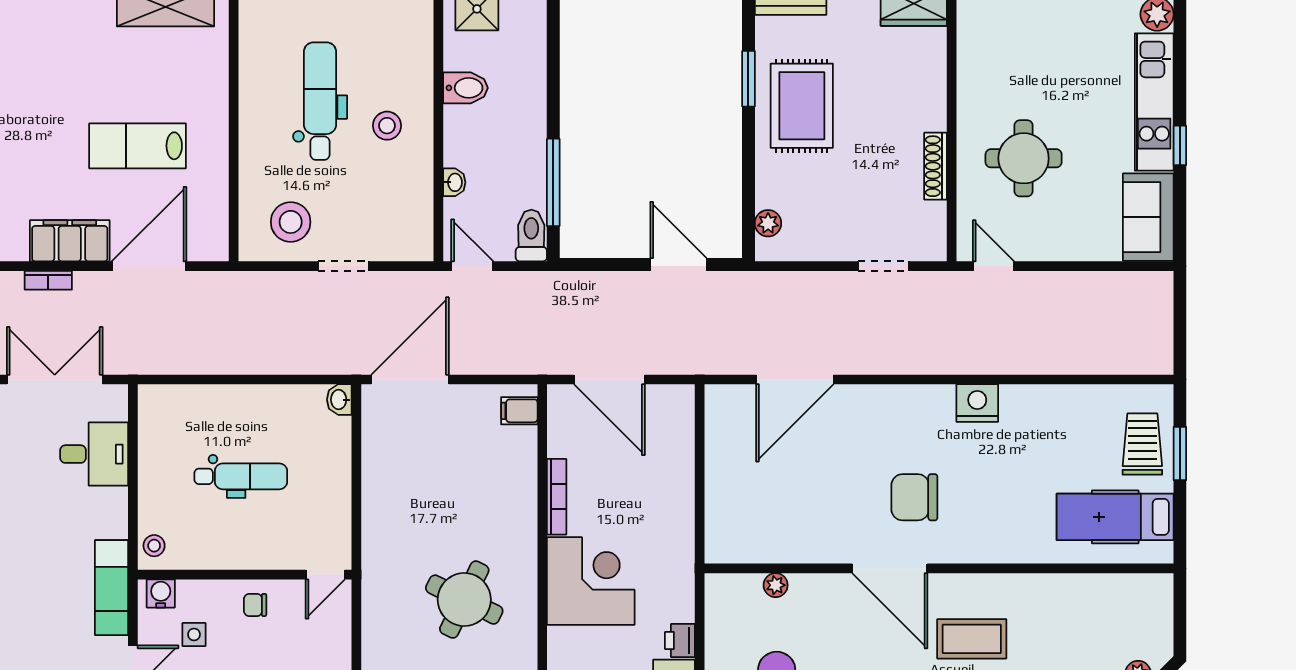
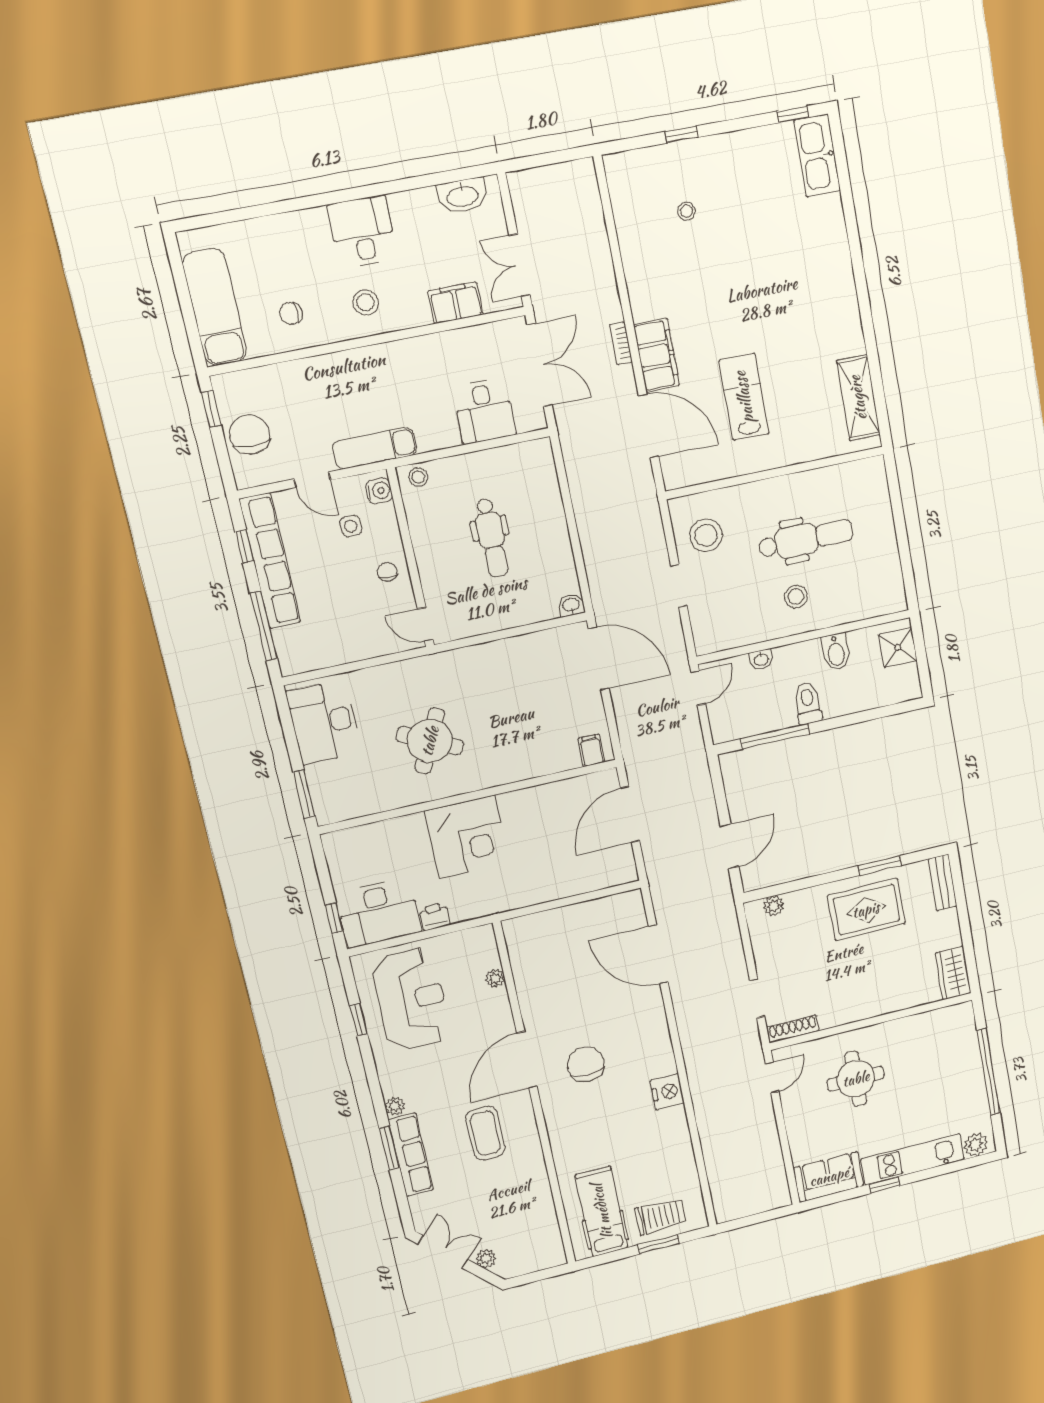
shoe rack: (936, 166) -> (793, 1029), moved
toilet: (531, 236) -> (808, 703), moved, turned -90
bookcase: (557, 497) -> (529, 795), removed

